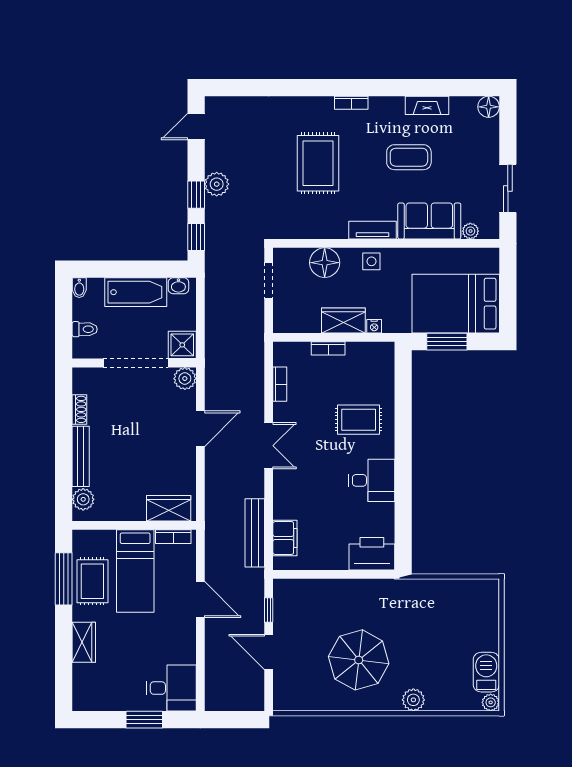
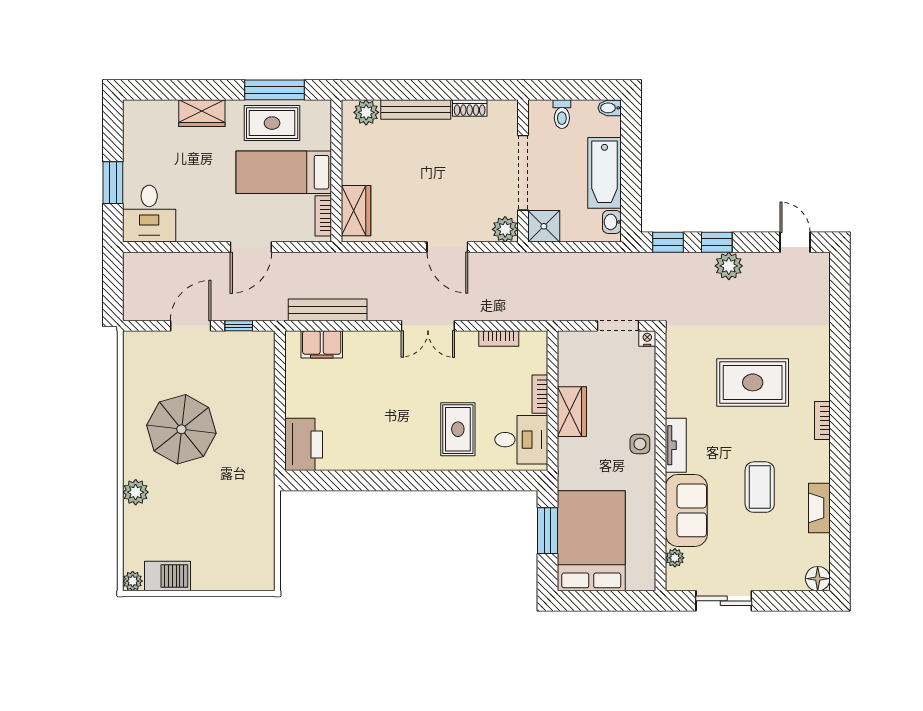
floor lamp: (325, 263) -> (638, 390), removed
nightstand: (374, 326) -> (647, 339), moved, turned 90
desk: (372, 480) -> (521, 440), moved, turned -90

